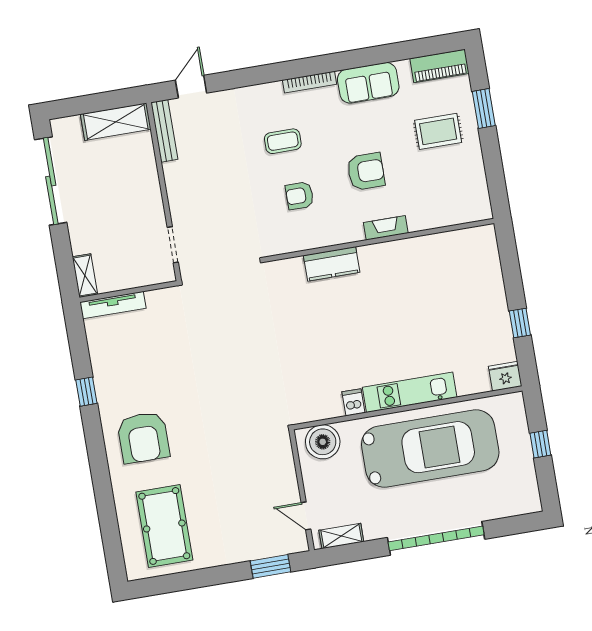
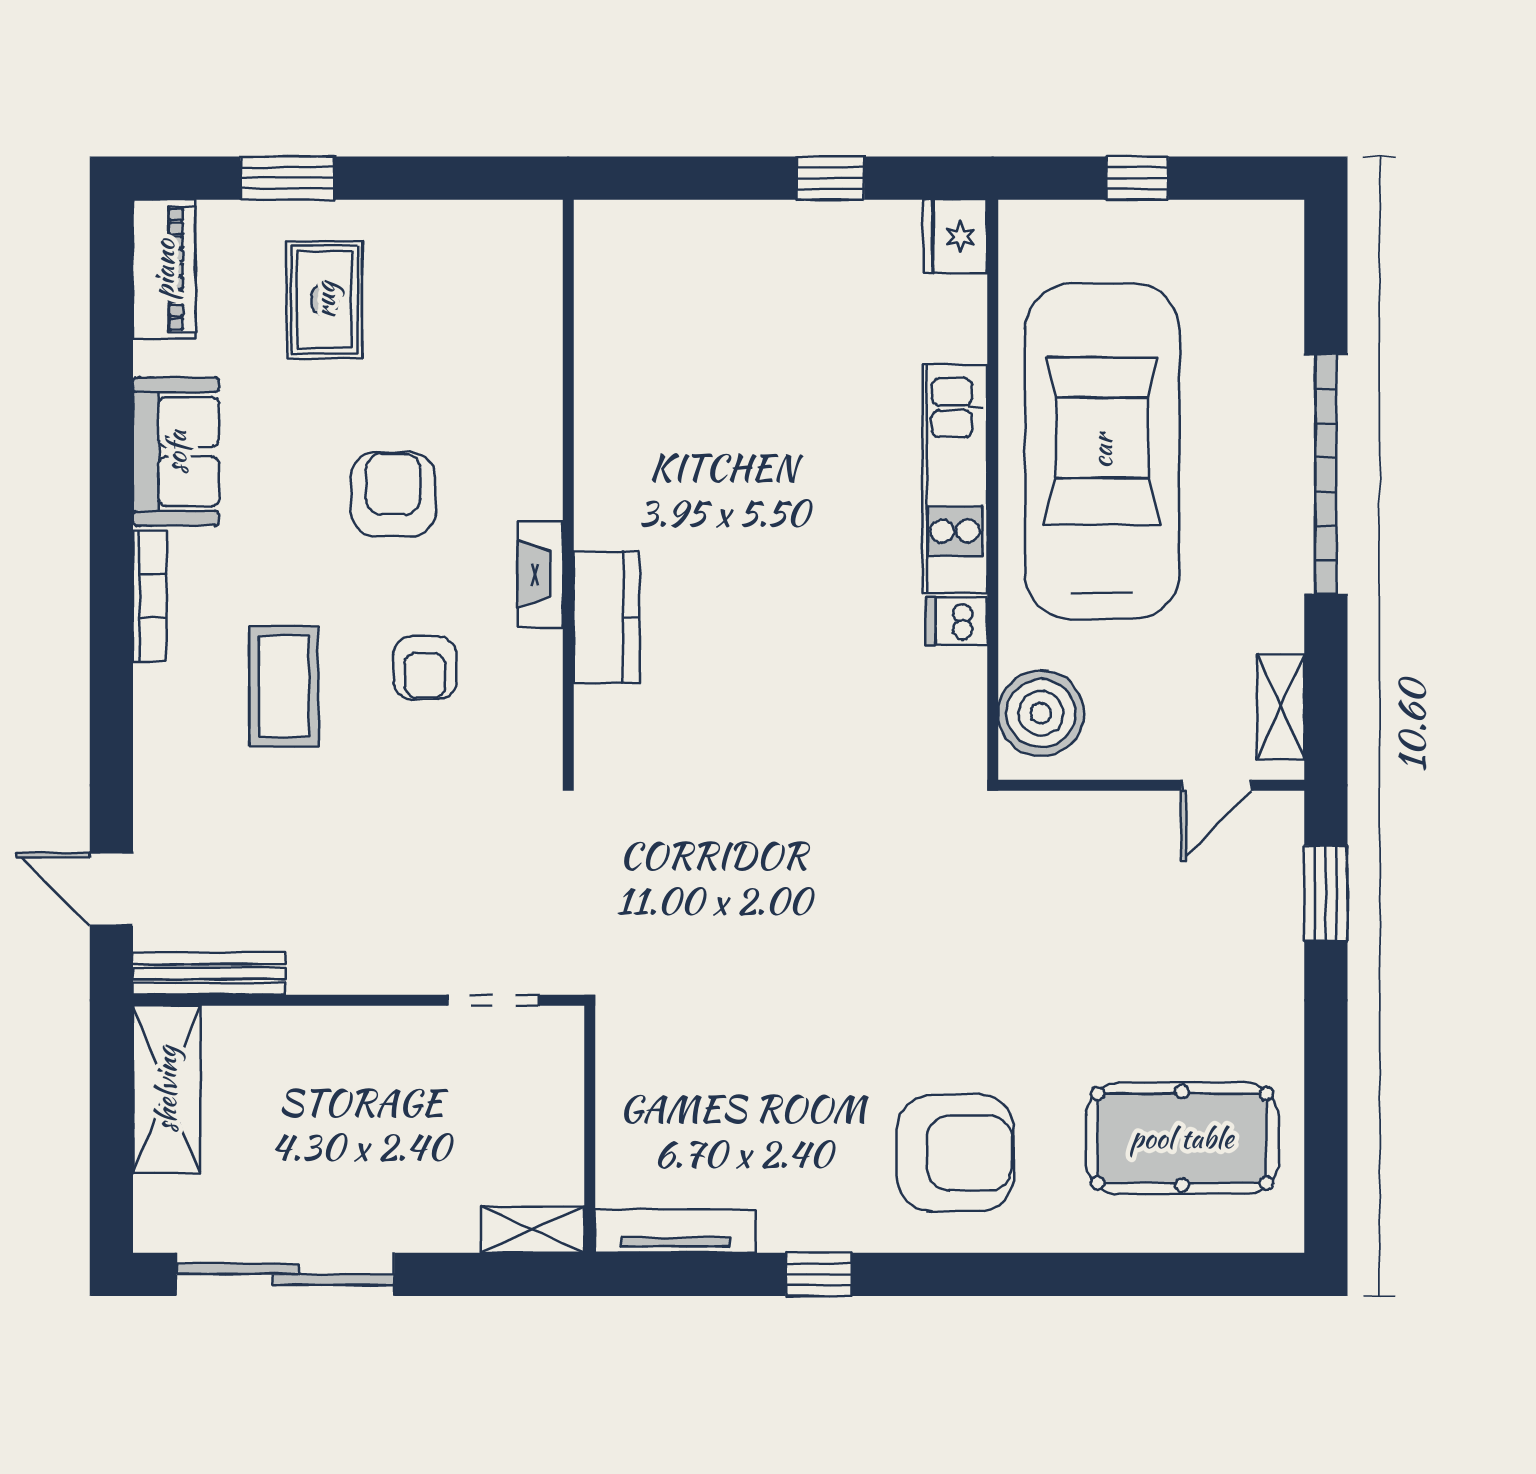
coffee table: (283, 141) -> (284, 686), width x1.36, depth x1.30
fireplace: (386, 228) -> (540, 574), moved
tv unit: (113, 305) -> (675, 1231), moved, turned -90

